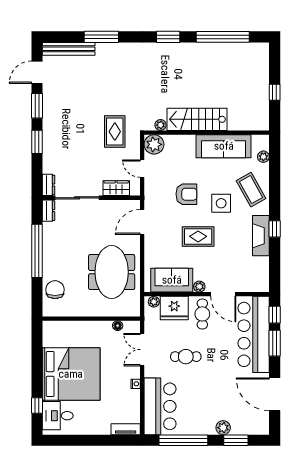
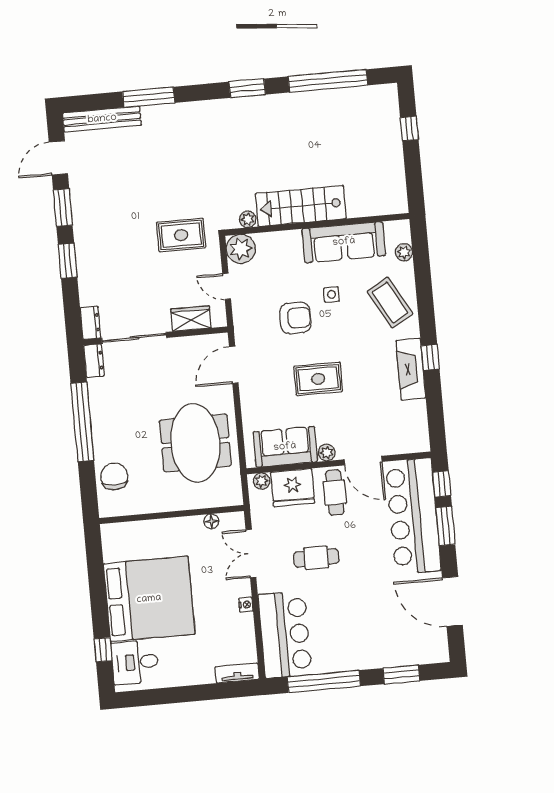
window: (275, 92) -> (409, 128), moved
rug: (115, 132) -> (181, 235), turned 90
side table: (221, 203) -> (332, 295), moved, width x0.54, depth x0.54
plant: (223, 428) -> (381, 658), removed

